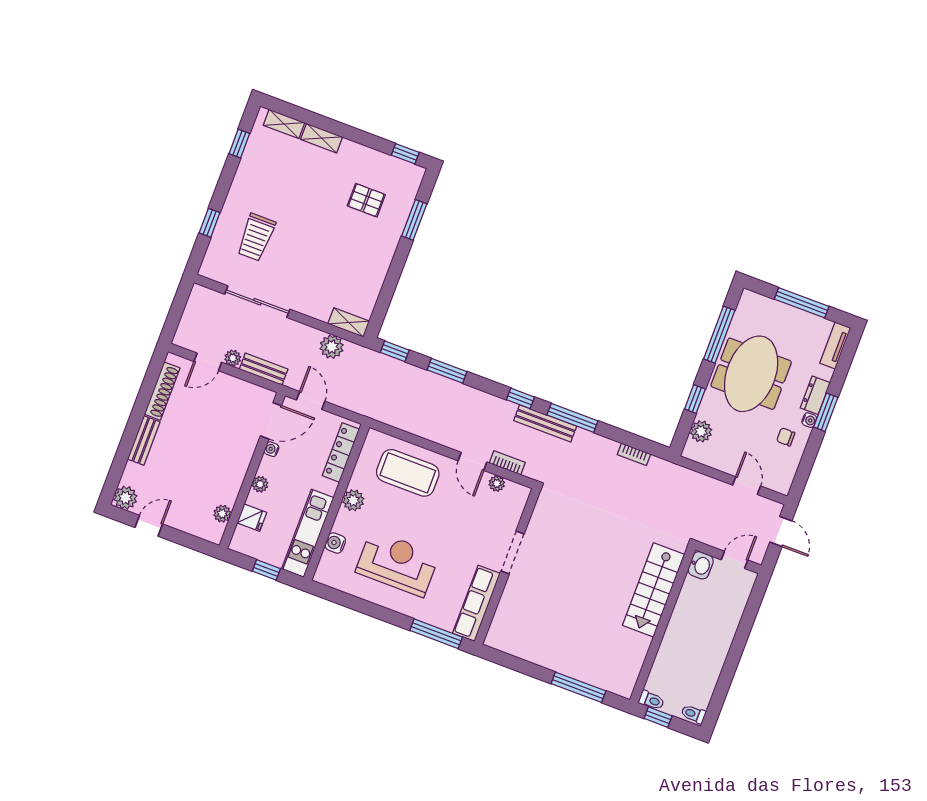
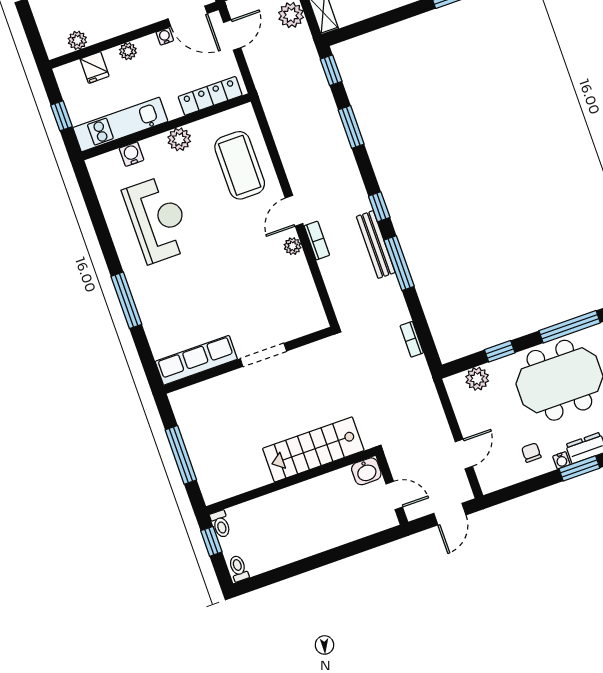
doorway: (513, 552) -> (263, 355), moved
wall: (507, 566) -> (248, 360), moved
row of seats: (476, 603) -> (196, 360), moved

